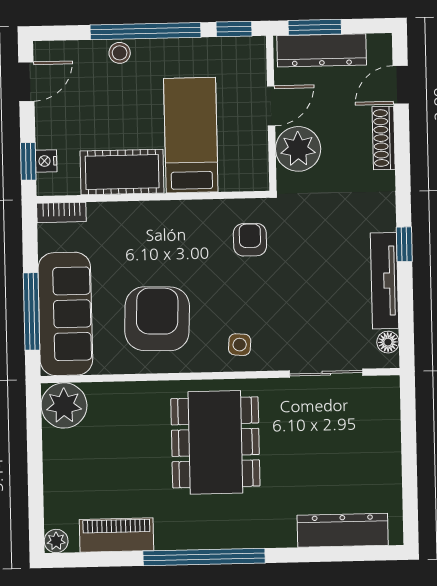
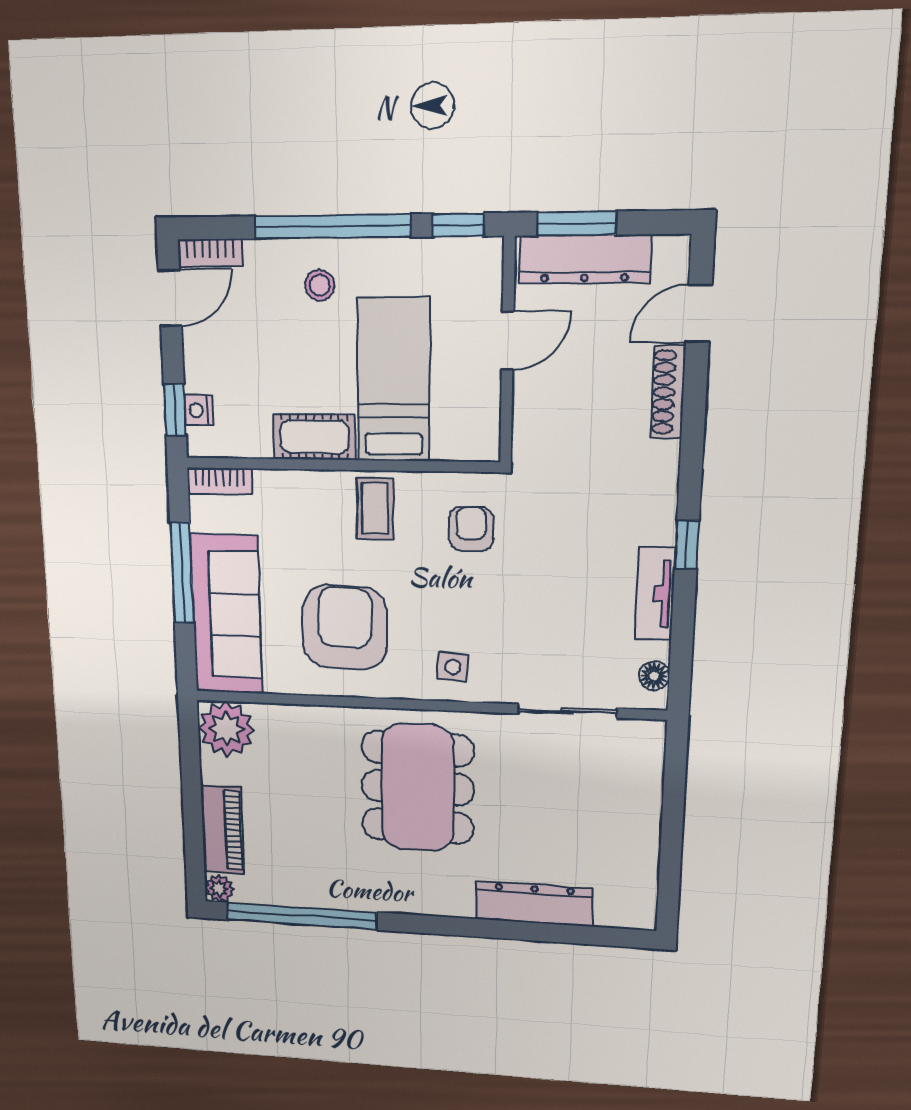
bookcase: (57, 50) -> (210, 253), added
stool: (120, 53) -> (320, 285), moved
plant: (298, 149) -> (543, 404), removed
cot: (122, 172) -> (315, 437), width x0.73, depth x0.75
coffee table: (179, 228) -> (375, 509), added
tv unit: (385, 281) -> (655, 593), width x0.71
window: (32, 311) -> (182, 573), moved
dresser: (343, 530) -> (534, 904), moved
piano: (116, 535) -> (222, 830), moved, turned 90
window: (204, 557) -> (302, 916), moved

